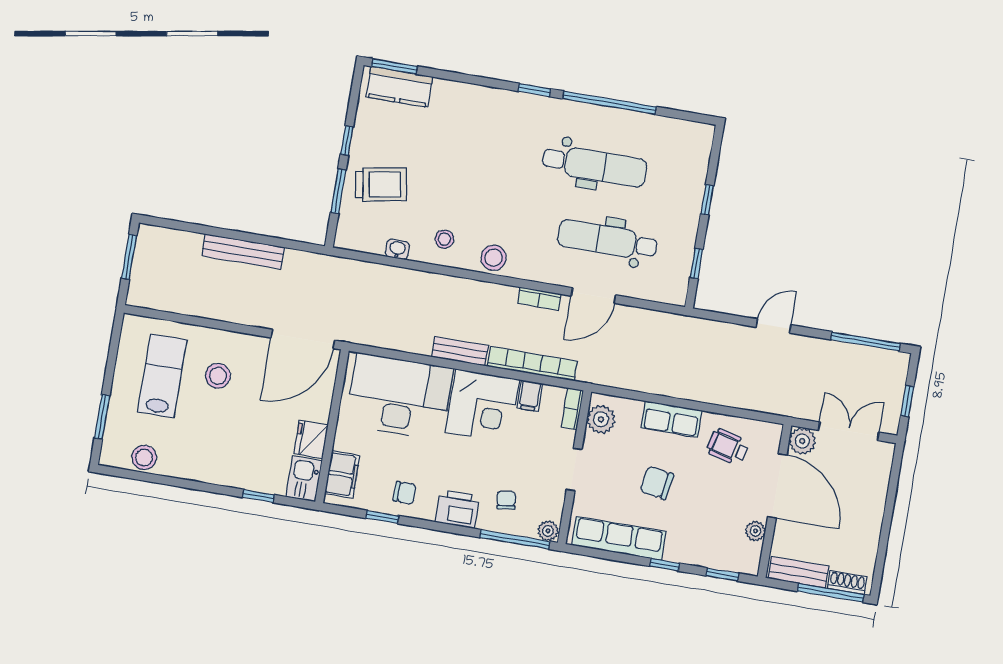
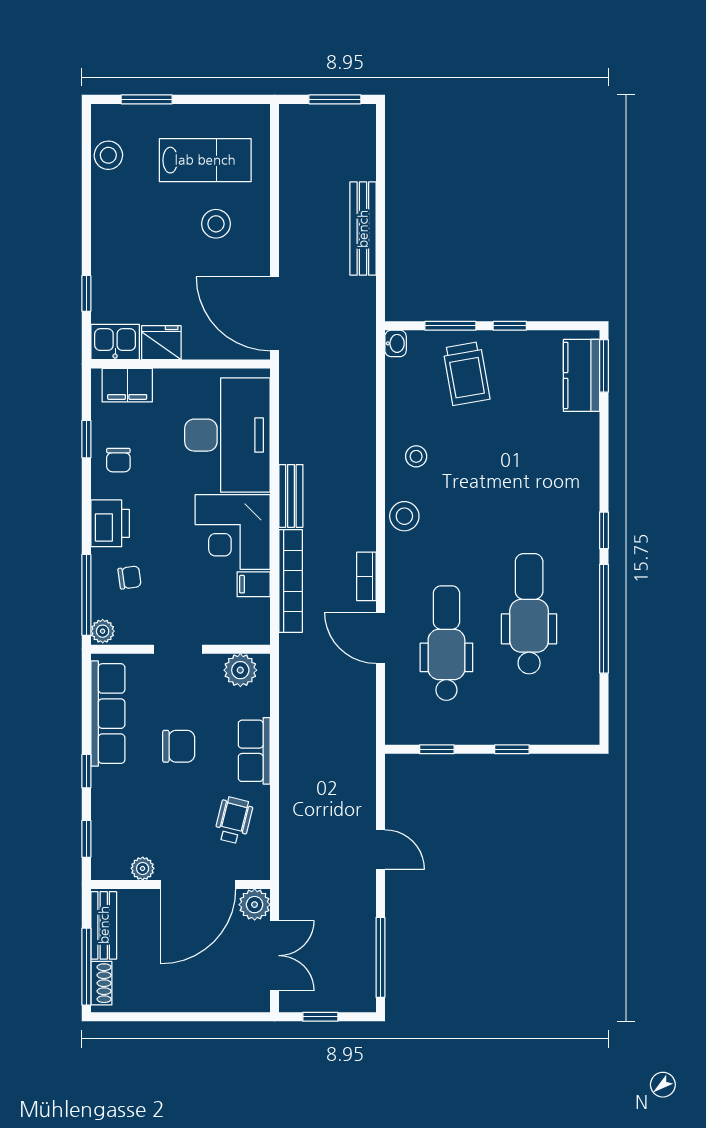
dental chair: (594, 166) -> (529, 614), turned 180
washbasin: (397, 249) -> (396, 343), moved
bookcase: (572, 409) -> (247, 636), removed
chair: (657, 483) -> (179, 746), turned 81

